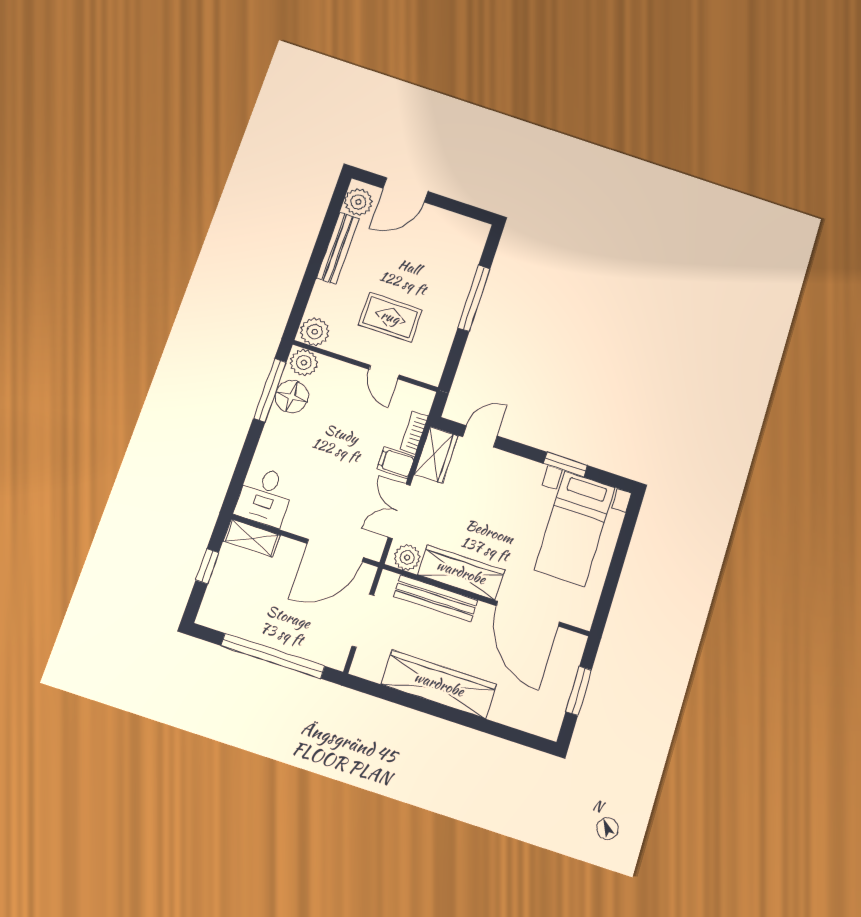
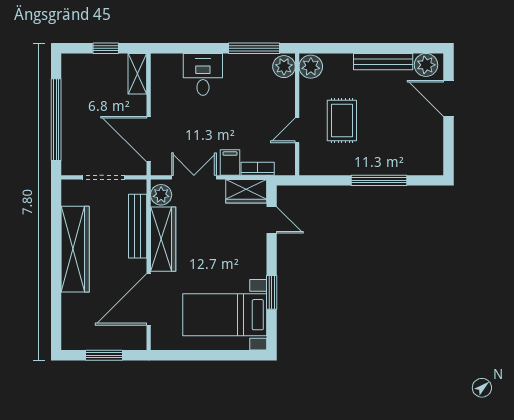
floor lamp: (292, 397) -> (254, 66), removed
desk: (265, 497) -> (203, 74), moved, turned 90

